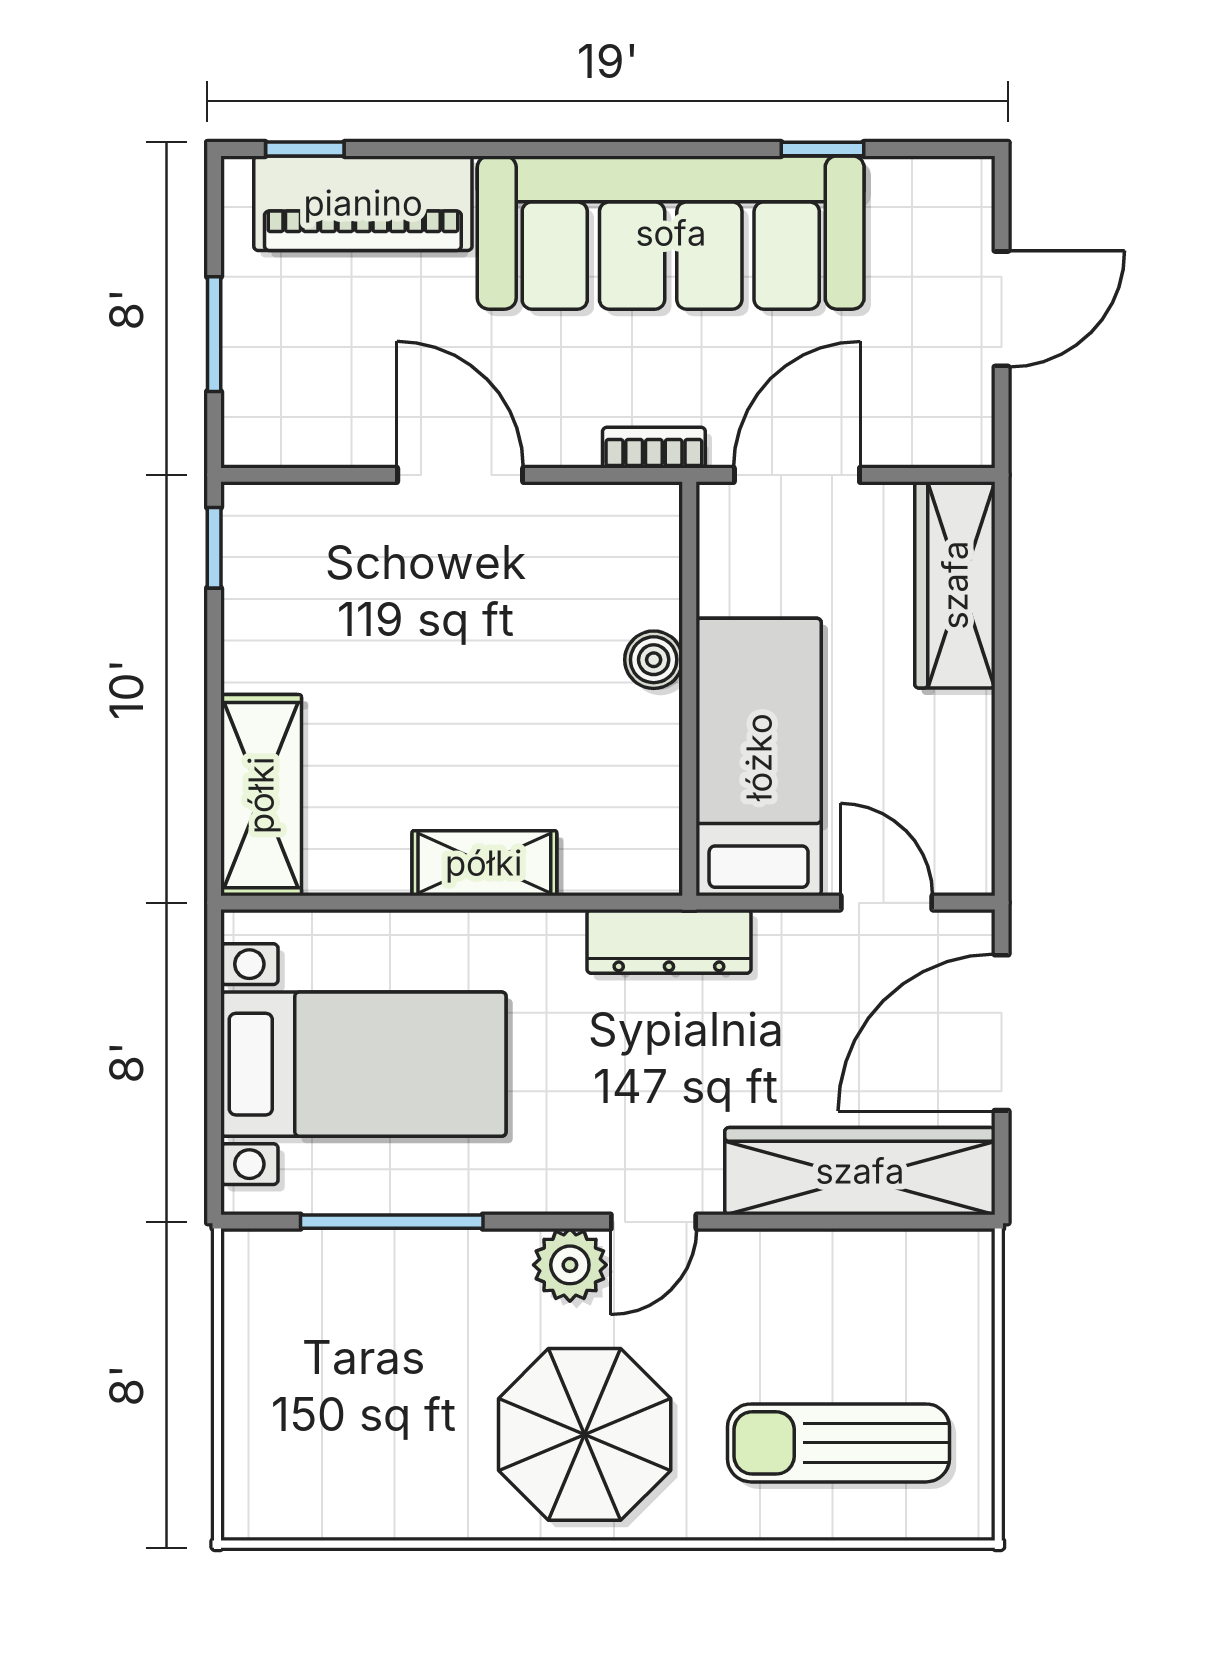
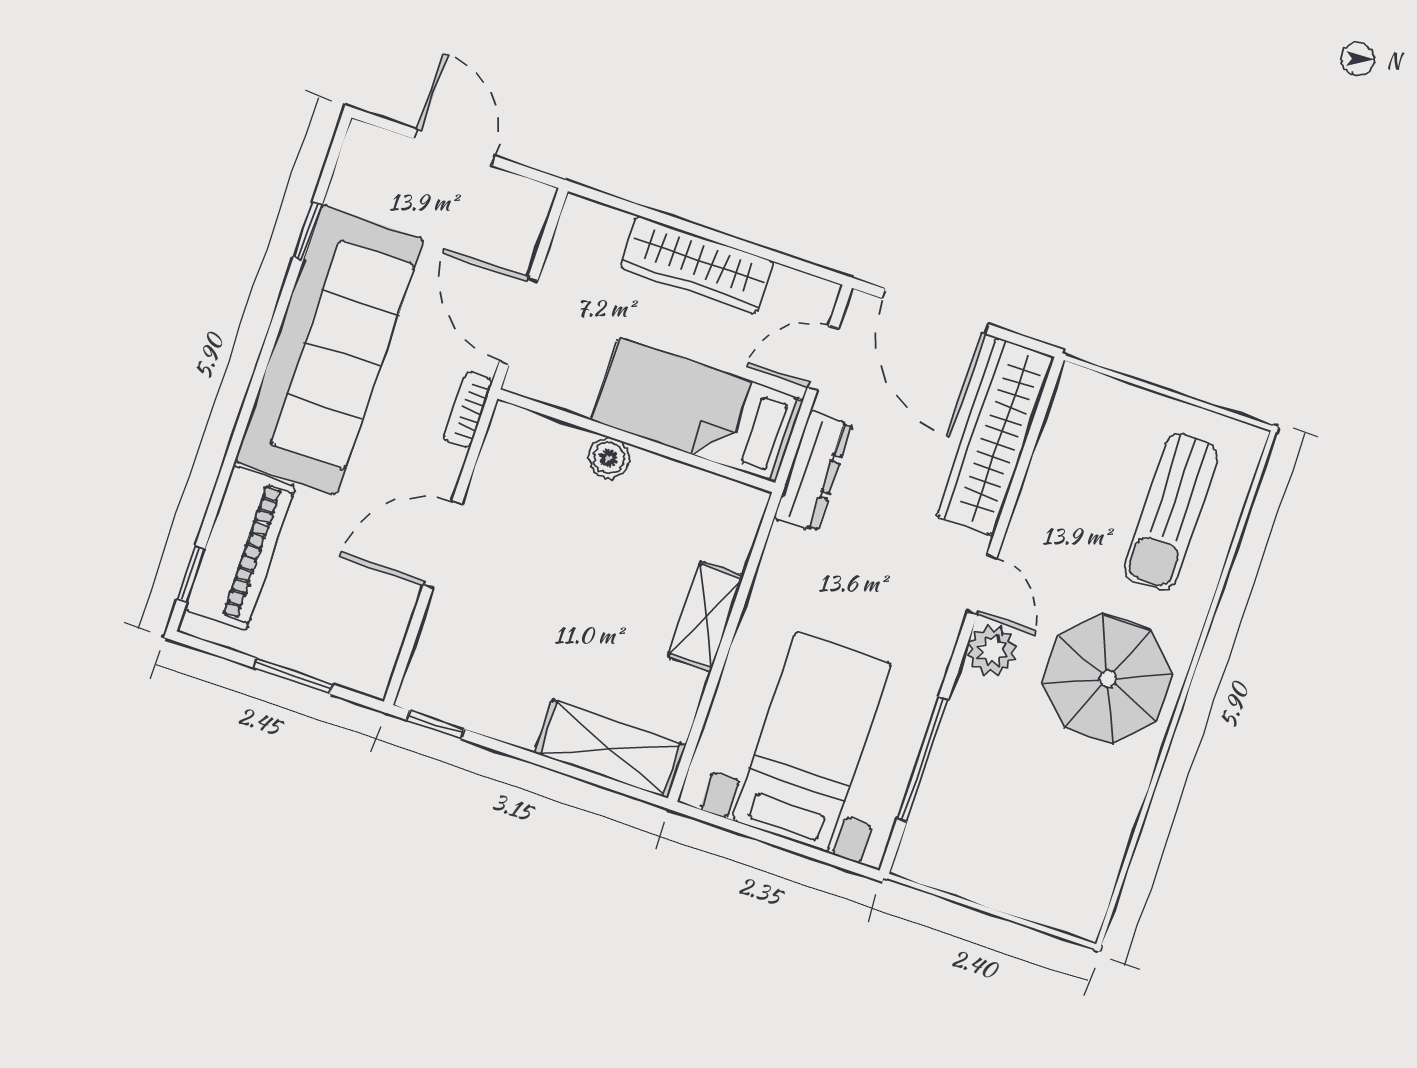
wardrobe: (955, 585) -> (697, 265), moved
dresser: (669, 941) -> (813, 471), moved

